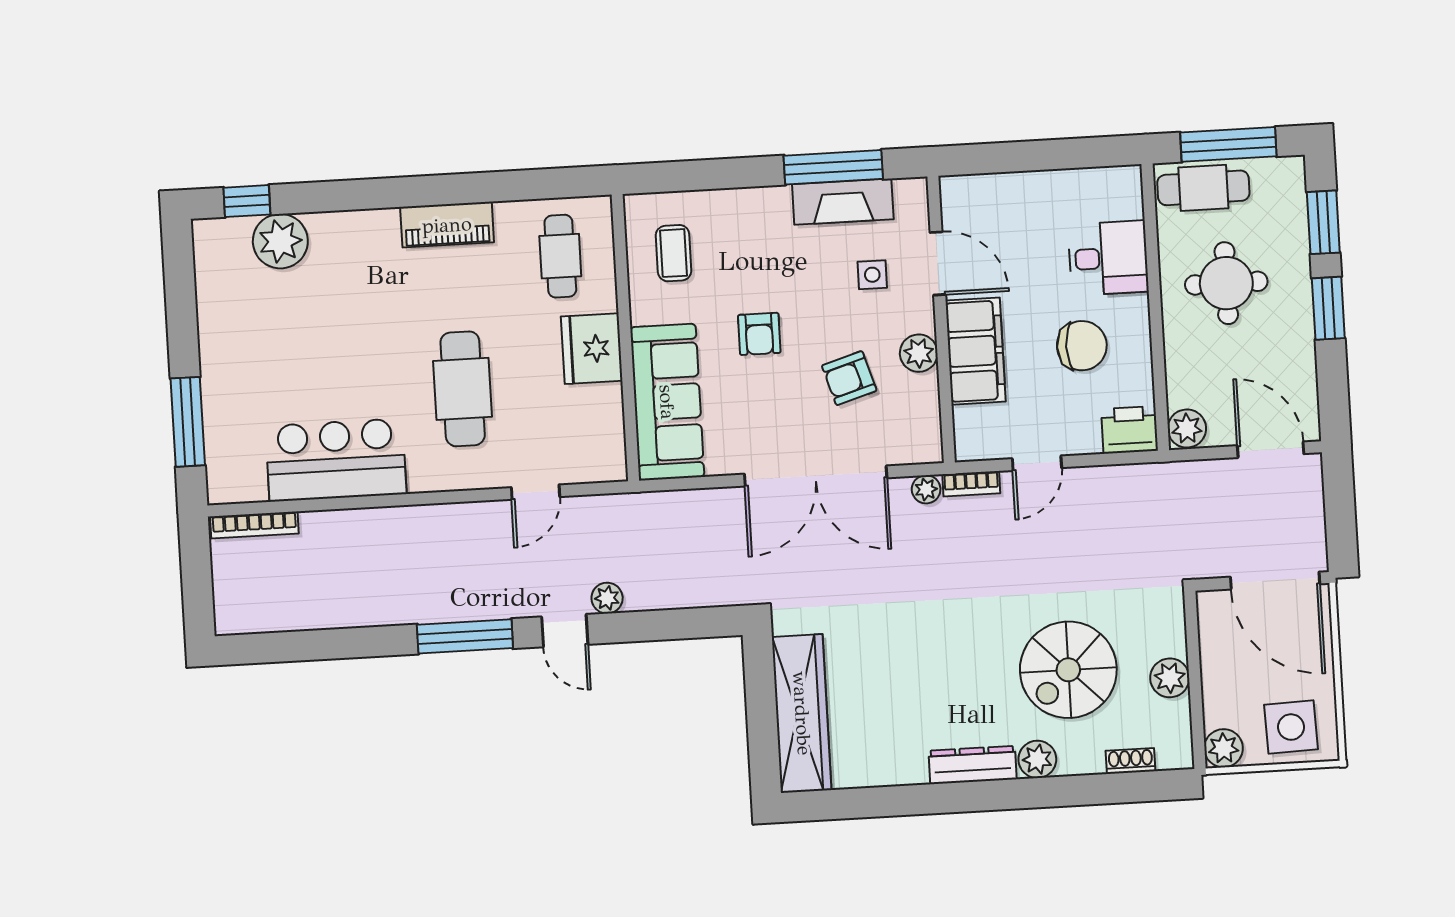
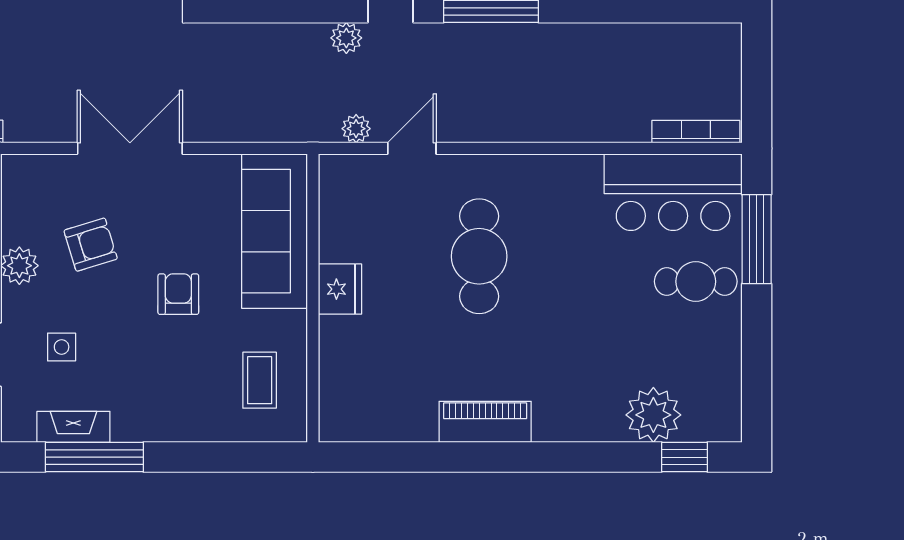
fireplace: (843, 202) -> (73, 427), width x0.73, depth x0.76
cafe table: (560, 256) -> (696, 281), moved, turned 90
fridge: (592, 349) -> (340, 289), width x0.73, depth x0.75
bar counter: (336, 460) -> (673, 192), moved
double door: (816, 476) -> (130, 148), width x0.73
plant: (926, 489) -> (356, 129), moved

